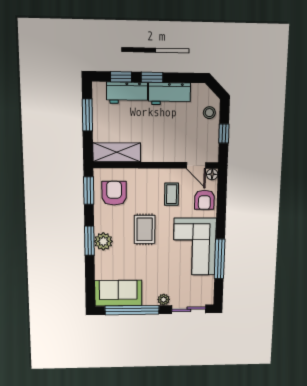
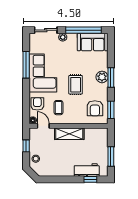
window: (152, 77) -> (71, 179), removed
workbench: (169, 94) -> (61, 170), removed
shelving: (117, 152) -> (69, 134), moved

